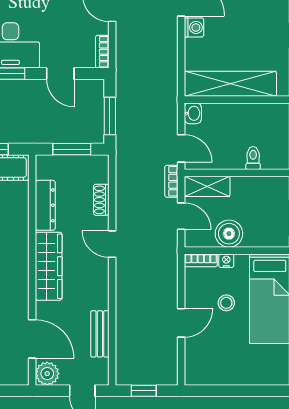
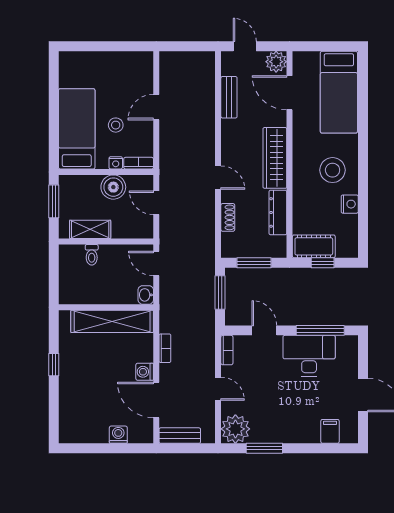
bookcase: (171, 181) -> (165, 348), moved
shelving: (207, 186) -> (90, 229), moved
window: (144, 391) -> (190, 46), removed

